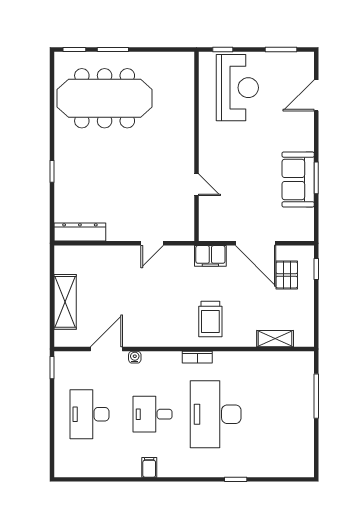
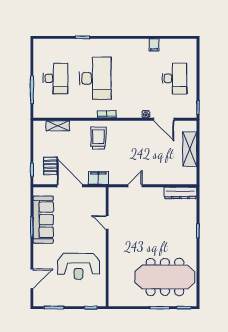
reception desk: (237, 88) -> (78, 266), moved, turned -90
sofa: (298, 179) -> (43, 220), width x1.36
door: (106, 349) -> (164, 119), hinge flipped
desk: (153, 414) -> (55, 78), moved, width x1.37
filing cabinet: (149, 467) -> (154, 45), moved

